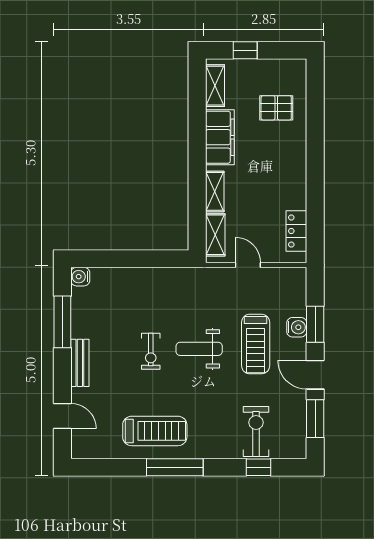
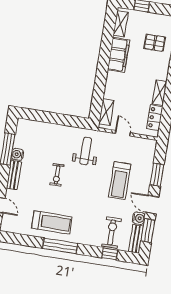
shelving: (215, 191) -> (160, 93), moved
water cooler: (80, 277) -> (18, 154), moved
water cooler: (297, 327) -> (139, 218), moved
weight bench: (199, 349) -> (86, 151), moved, turned 90
bench: (298, 436) -> (136, 239), added

